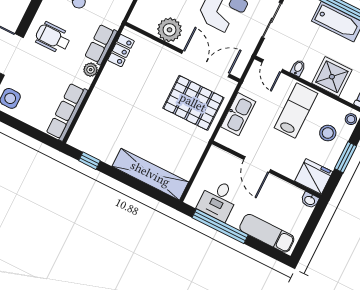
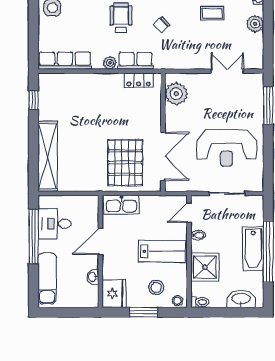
plant: (170, 30) -> (176, 94), moved
kitchen sink: (238, 114) -> (121, 205), moved
washbasin: (310, 200) -> (93, 277), moved

